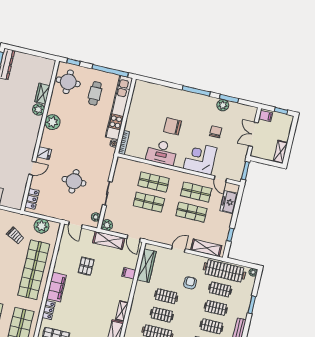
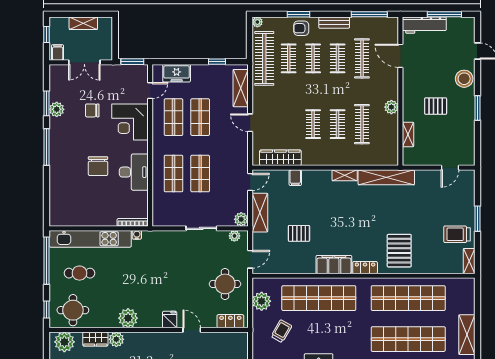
plant: (46, 70) -> (64, 342), added
shelving: (280, 152) -> (83, 23), moved
round table: (74, 181) -> (225, 284), moved
armchair: (190, 283) -> (301, 28), moved

